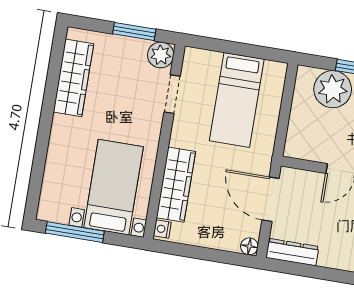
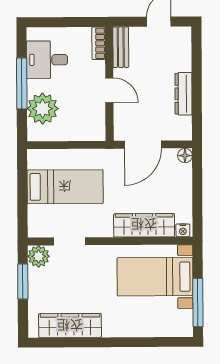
dresser: (292, 252) -> (183, 94), moved

